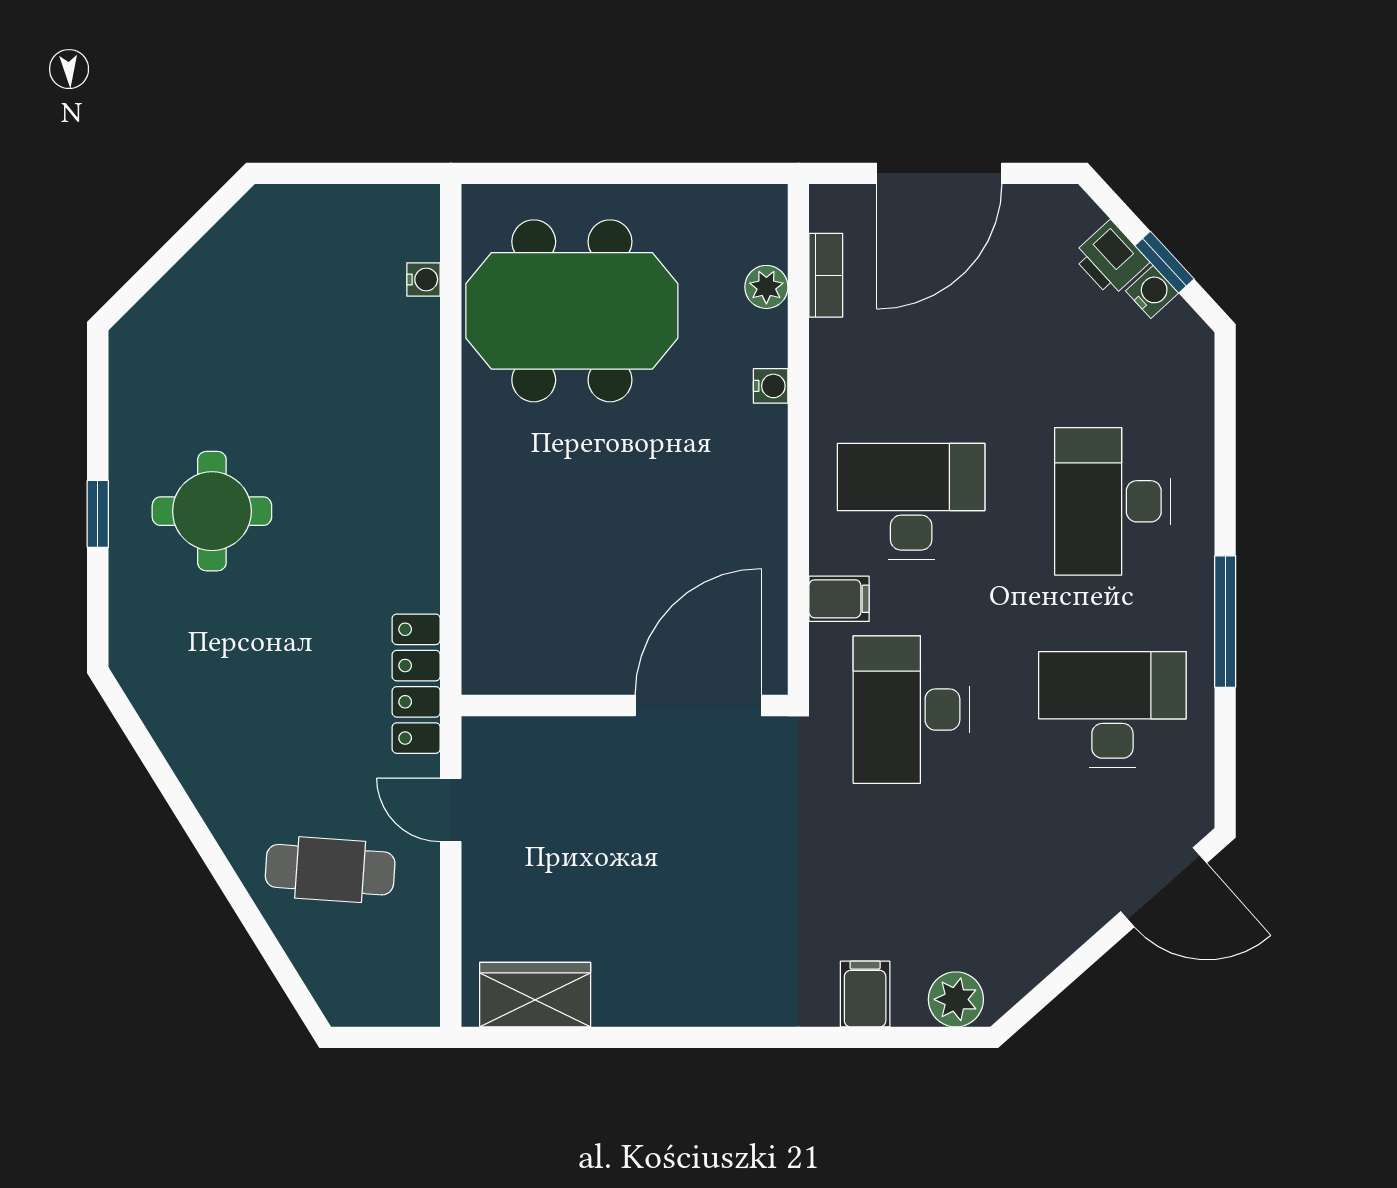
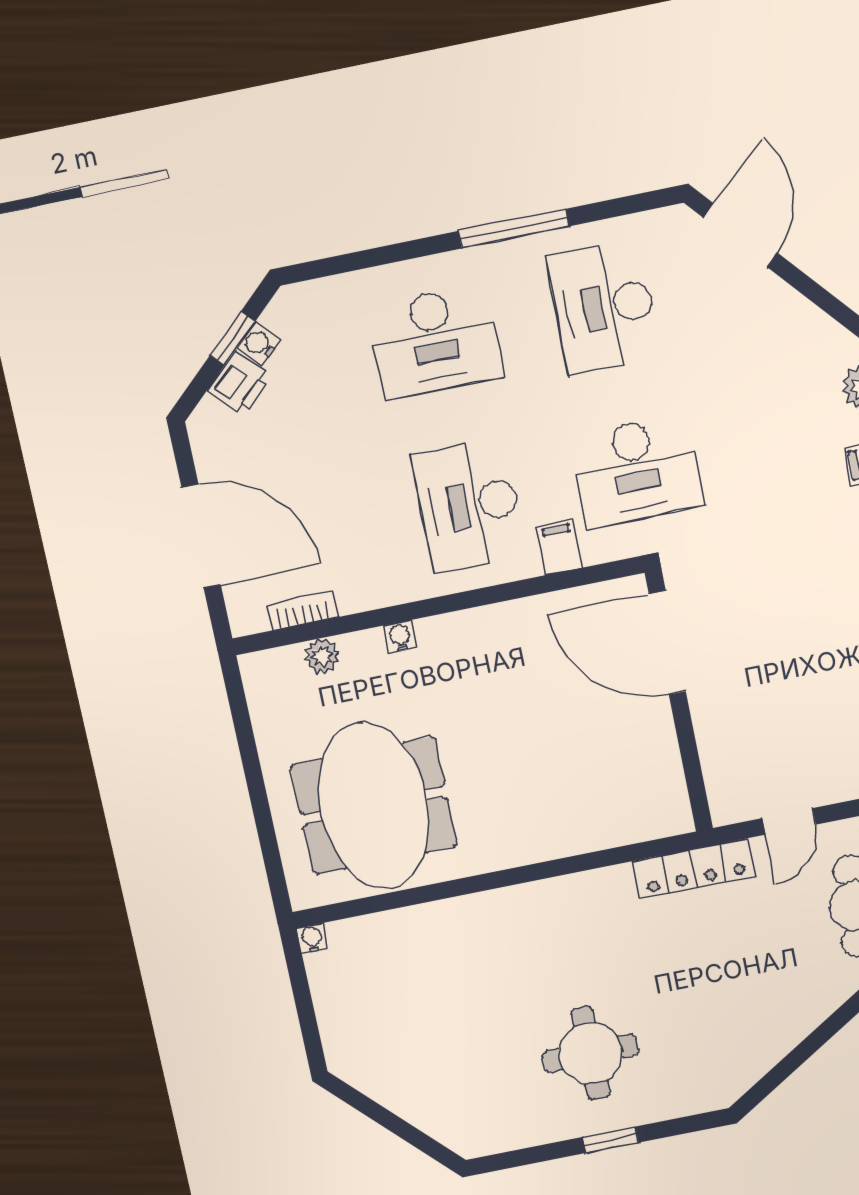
water cooler: (424, 279) -> (312, 939), moved

